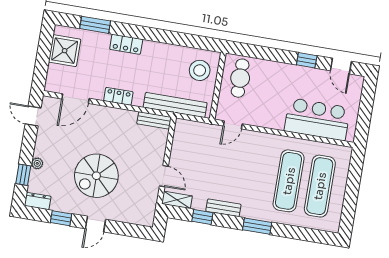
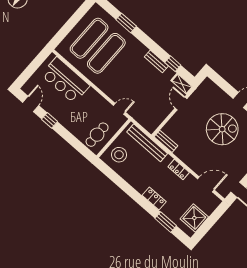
window: (257, 226) -> (126, 23), moved

